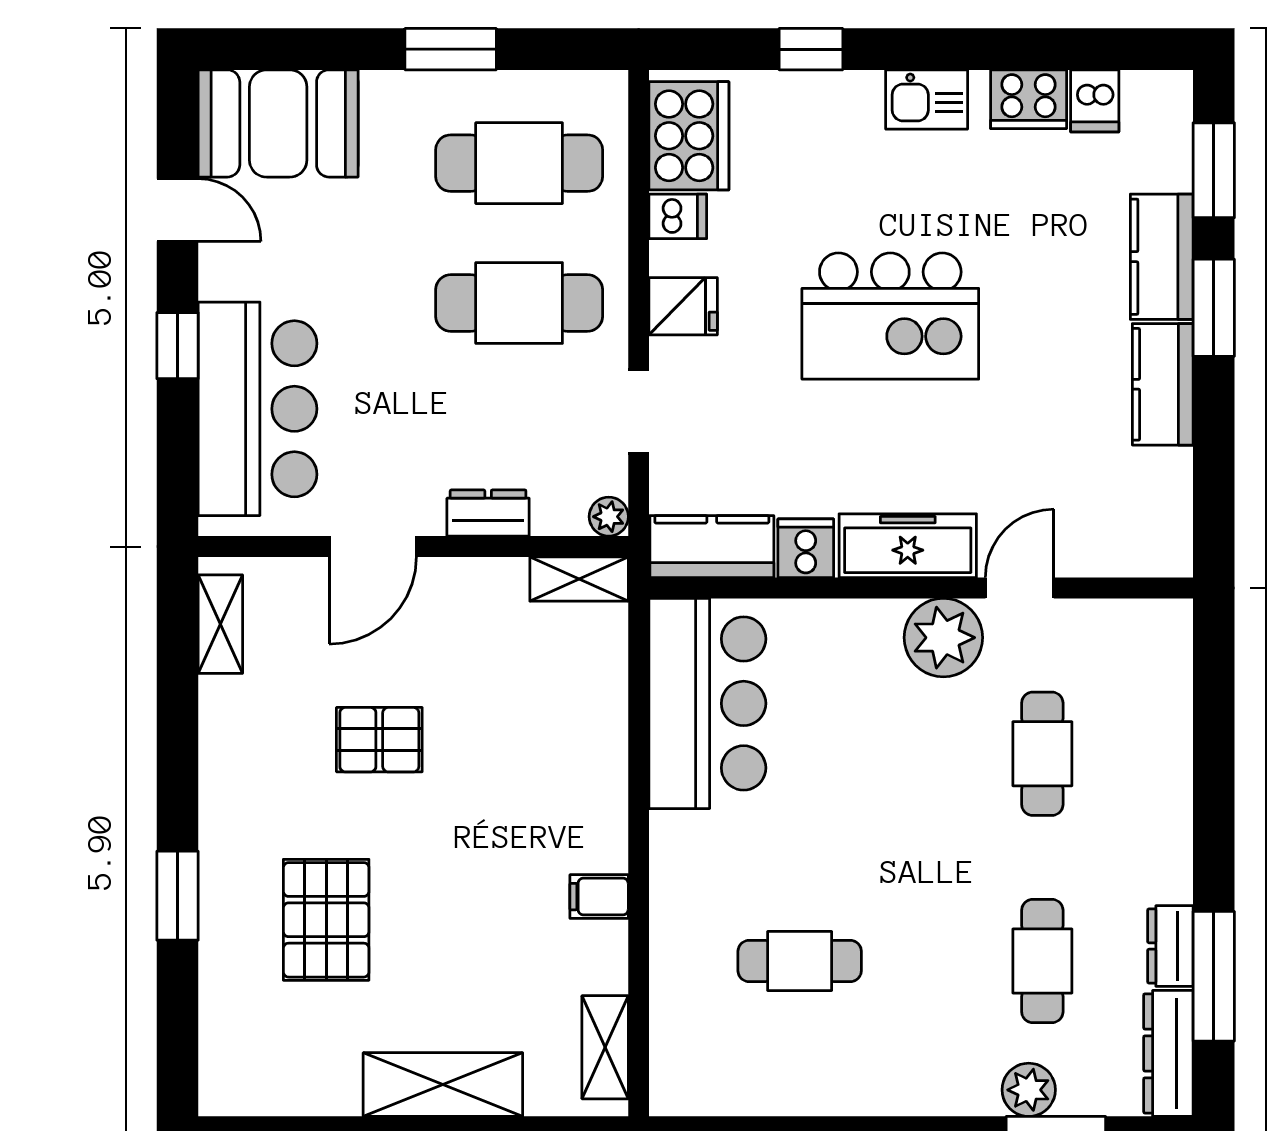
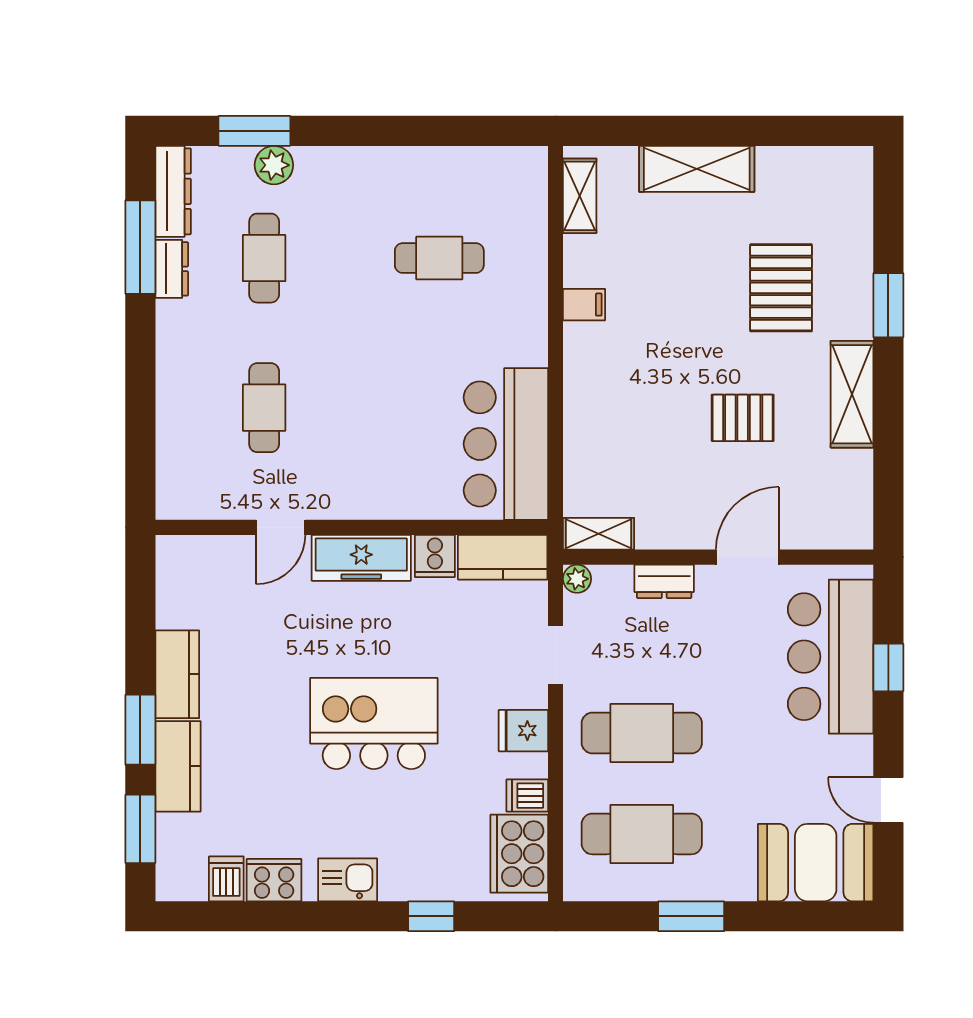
window: (177, 346) -> (888, 667), moved
shelving: (220, 624) -> (852, 394), moved, width x1.50, depth x1.33
plant: (943, 638) -> (336, 491), removed

